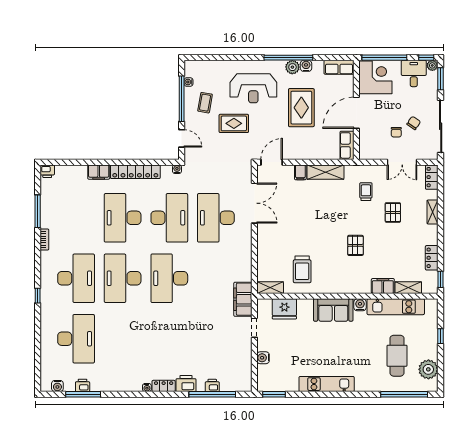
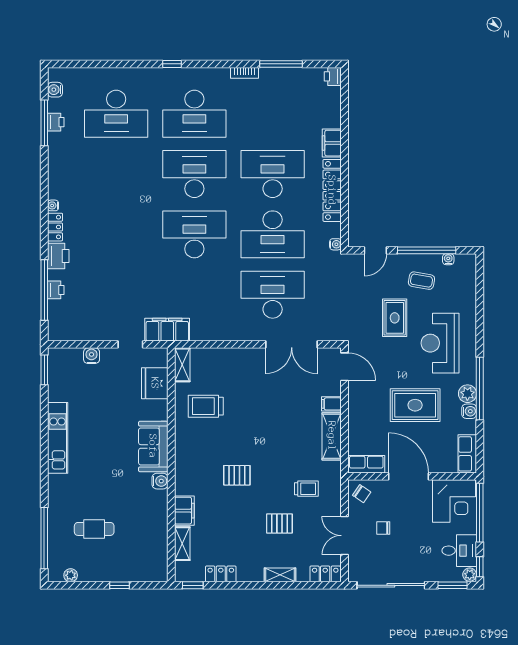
chair: (414, 123) -> (362, 494), moved
kitchen unit: (396, 307) -> (158, 527), removed
cafe table: (397, 356) -> (94, 529), width x0.73, depth x0.74
plant: (428, 369) -> (71, 575), width x0.53, depth x0.53

